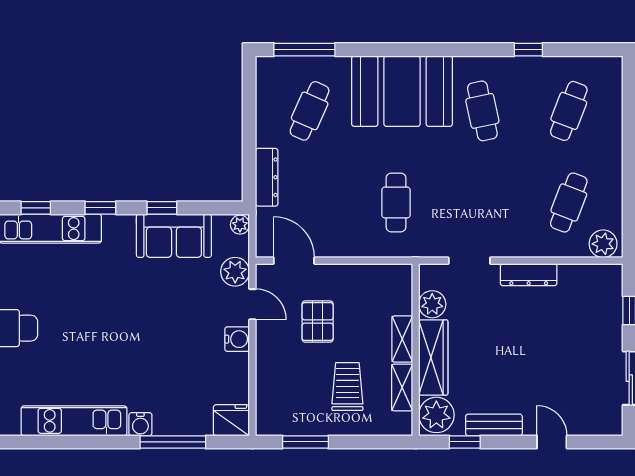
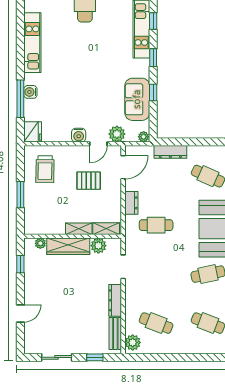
dresser: (357, 246) -> (131, 203), added
trolley: (347, 387) -> (45, 169), moved, turned 91
shelving: (402, 387) -> (106, 229), moved
plant: (436, 415) -> (40, 243), width x0.53, depth x0.53
water cooler: (140, 424) -> (30, 92), moved
bench: (494, 425) -> (115, 334), moved
window: (305, 442) -> (20, 195), moved

